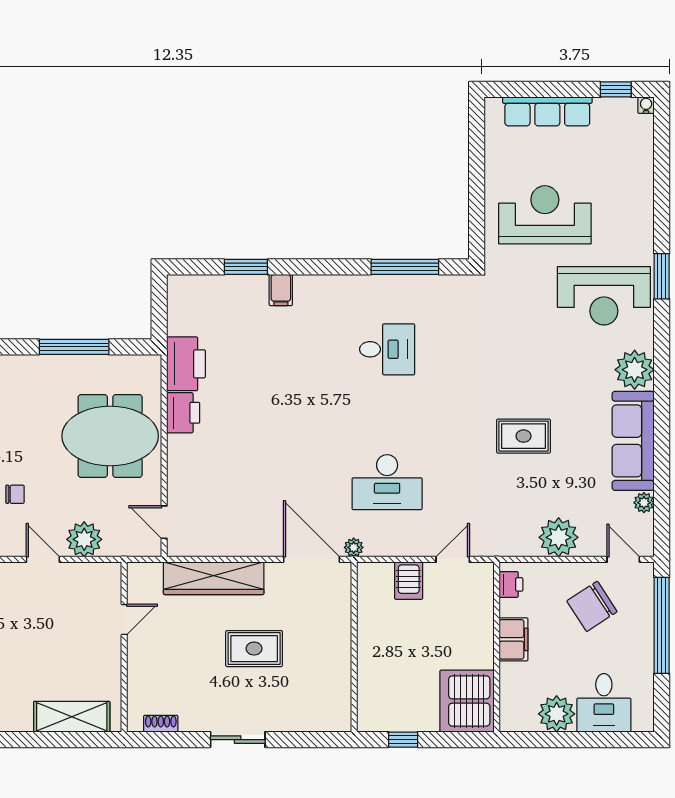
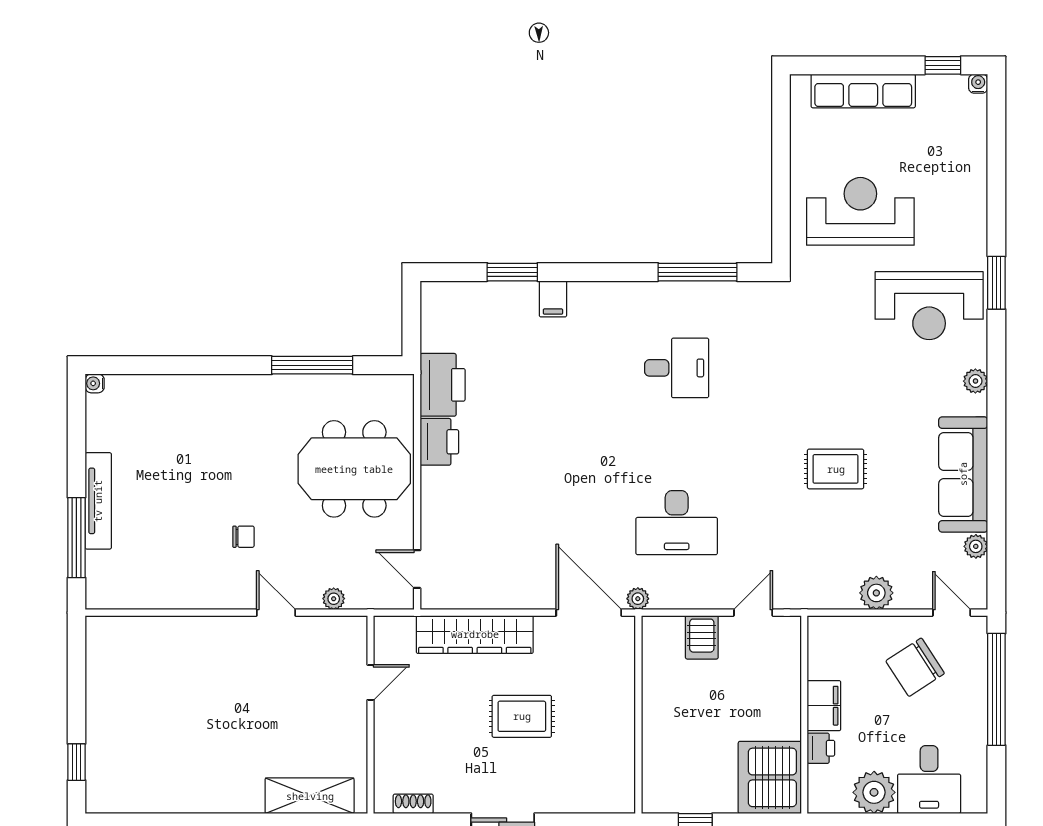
plant: (635, 370) -> (975, 381), width x0.53, depth x0.53
plant: (559, 537) -> (876, 593), width x0.73, depth x0.73
plant: (84, 539) -> (334, 599), width x0.53, depth x0.53
printer: (511, 584) -> (821, 748), moved

